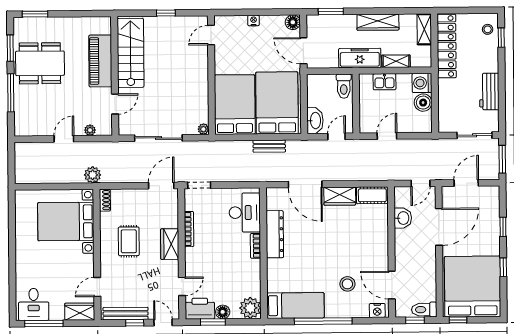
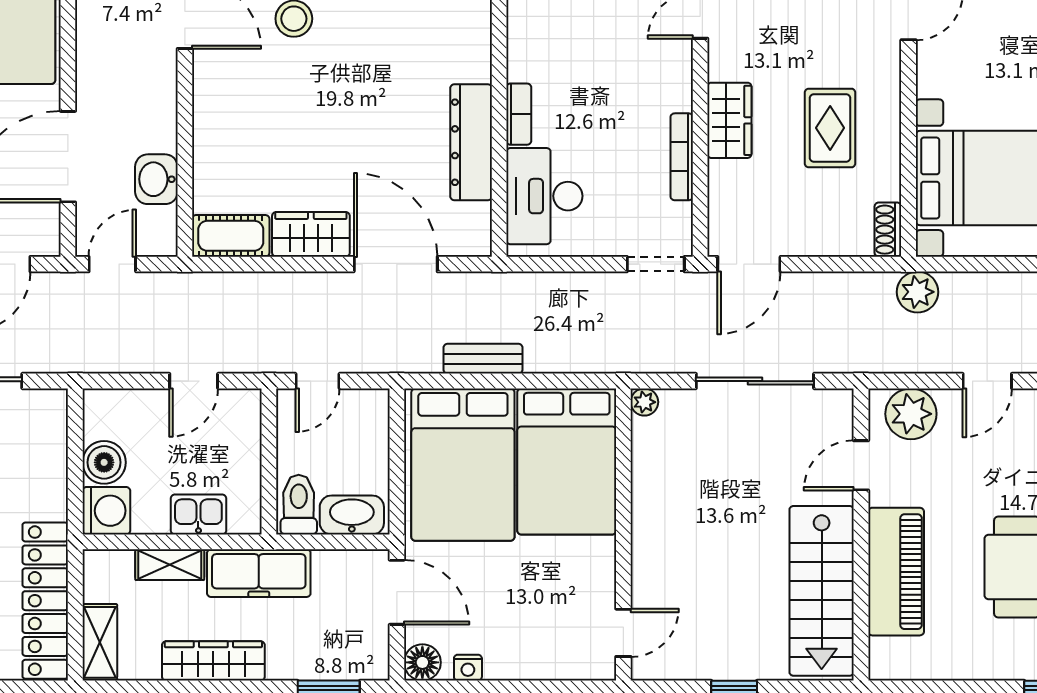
nightstand: (254, 20) -> (468, 668), moved
washbasin: (315, 121) -> (352, 515), moved, turned 90
plant: (90, 130) -> (911, 414), width x1.88, depth x1.88

